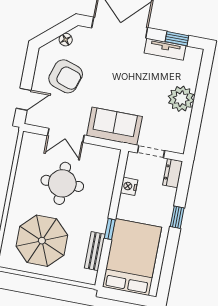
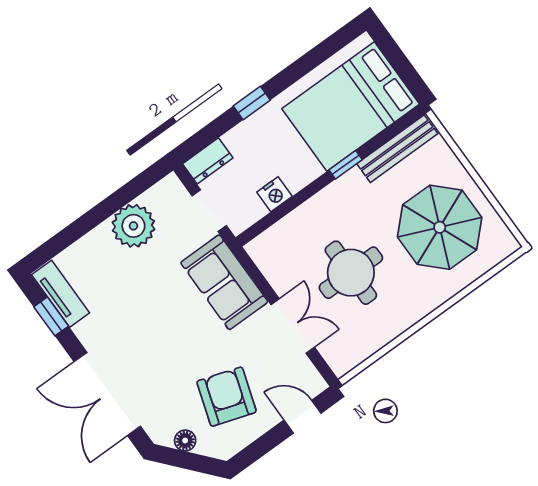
tv unit: (165, 49) -> (61, 294), moved
plant: (181, 99) -> (133, 226), moved
bench: (95, 251) -> (397, 149), width x1.36

